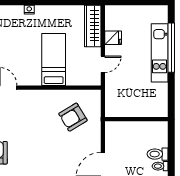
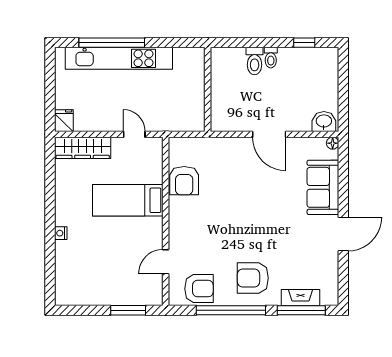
fridge: (113, 38) -> (64, 121), moved
kitchen unit: (160, 53) -> (119, 58), width x1.36
armchair: (73, 117) -> (184, 181), moved, turned 31

